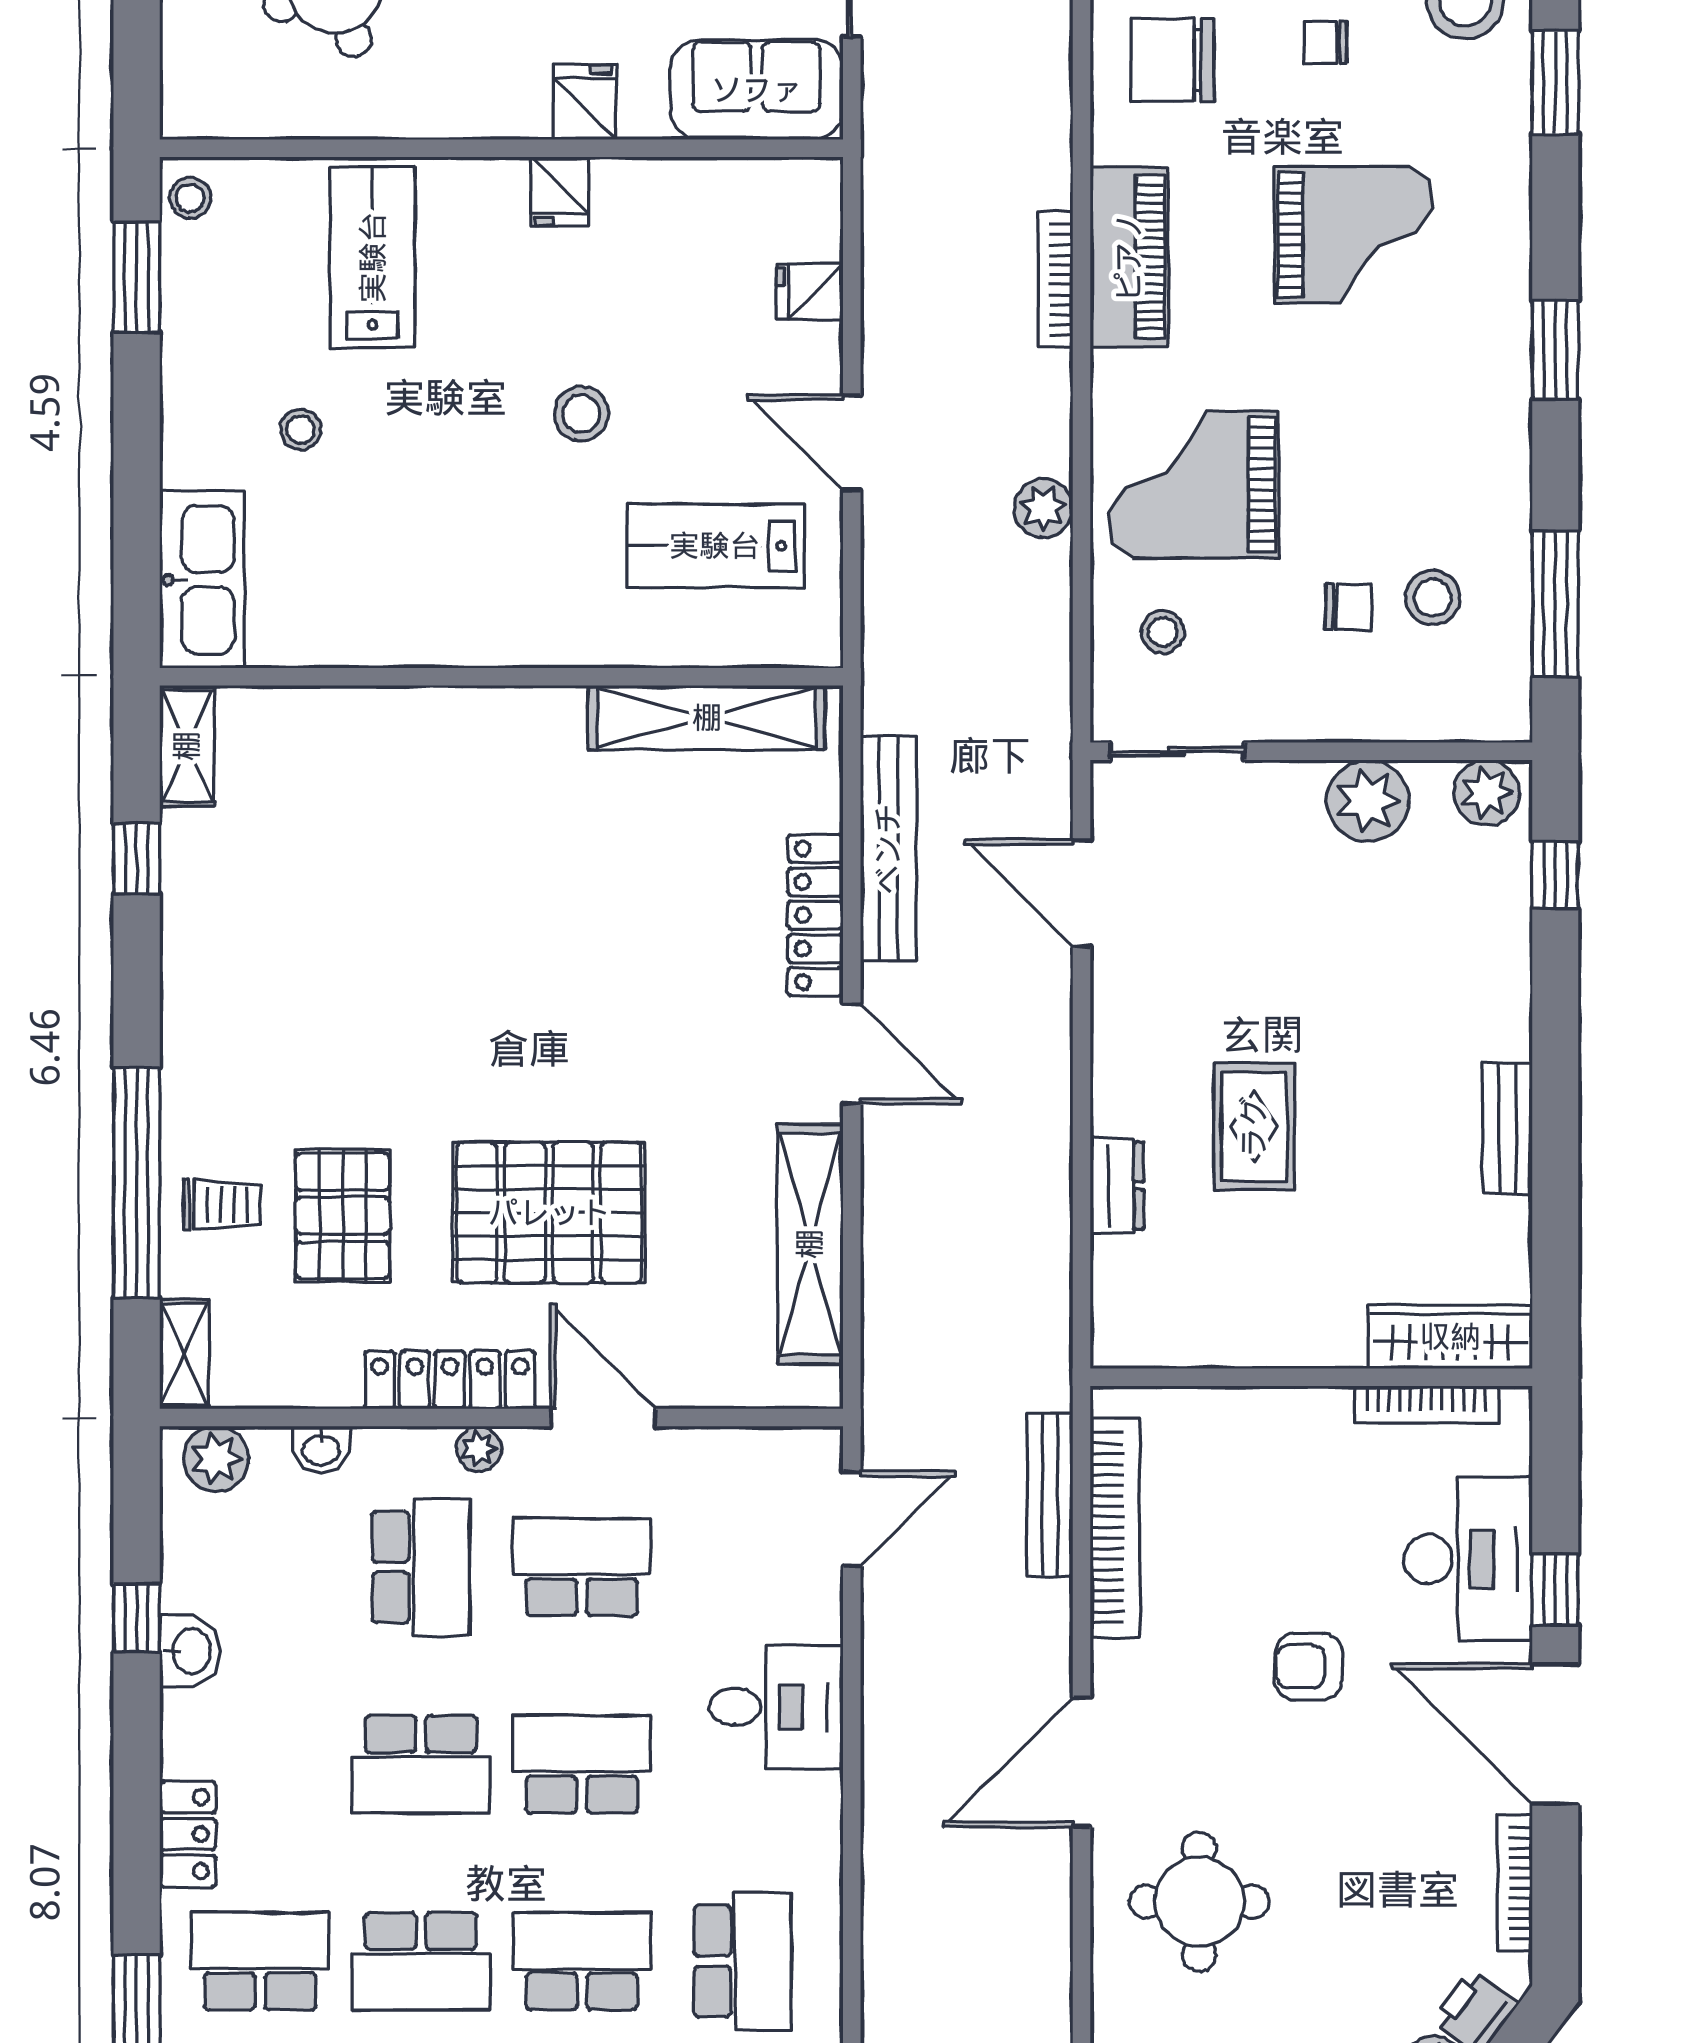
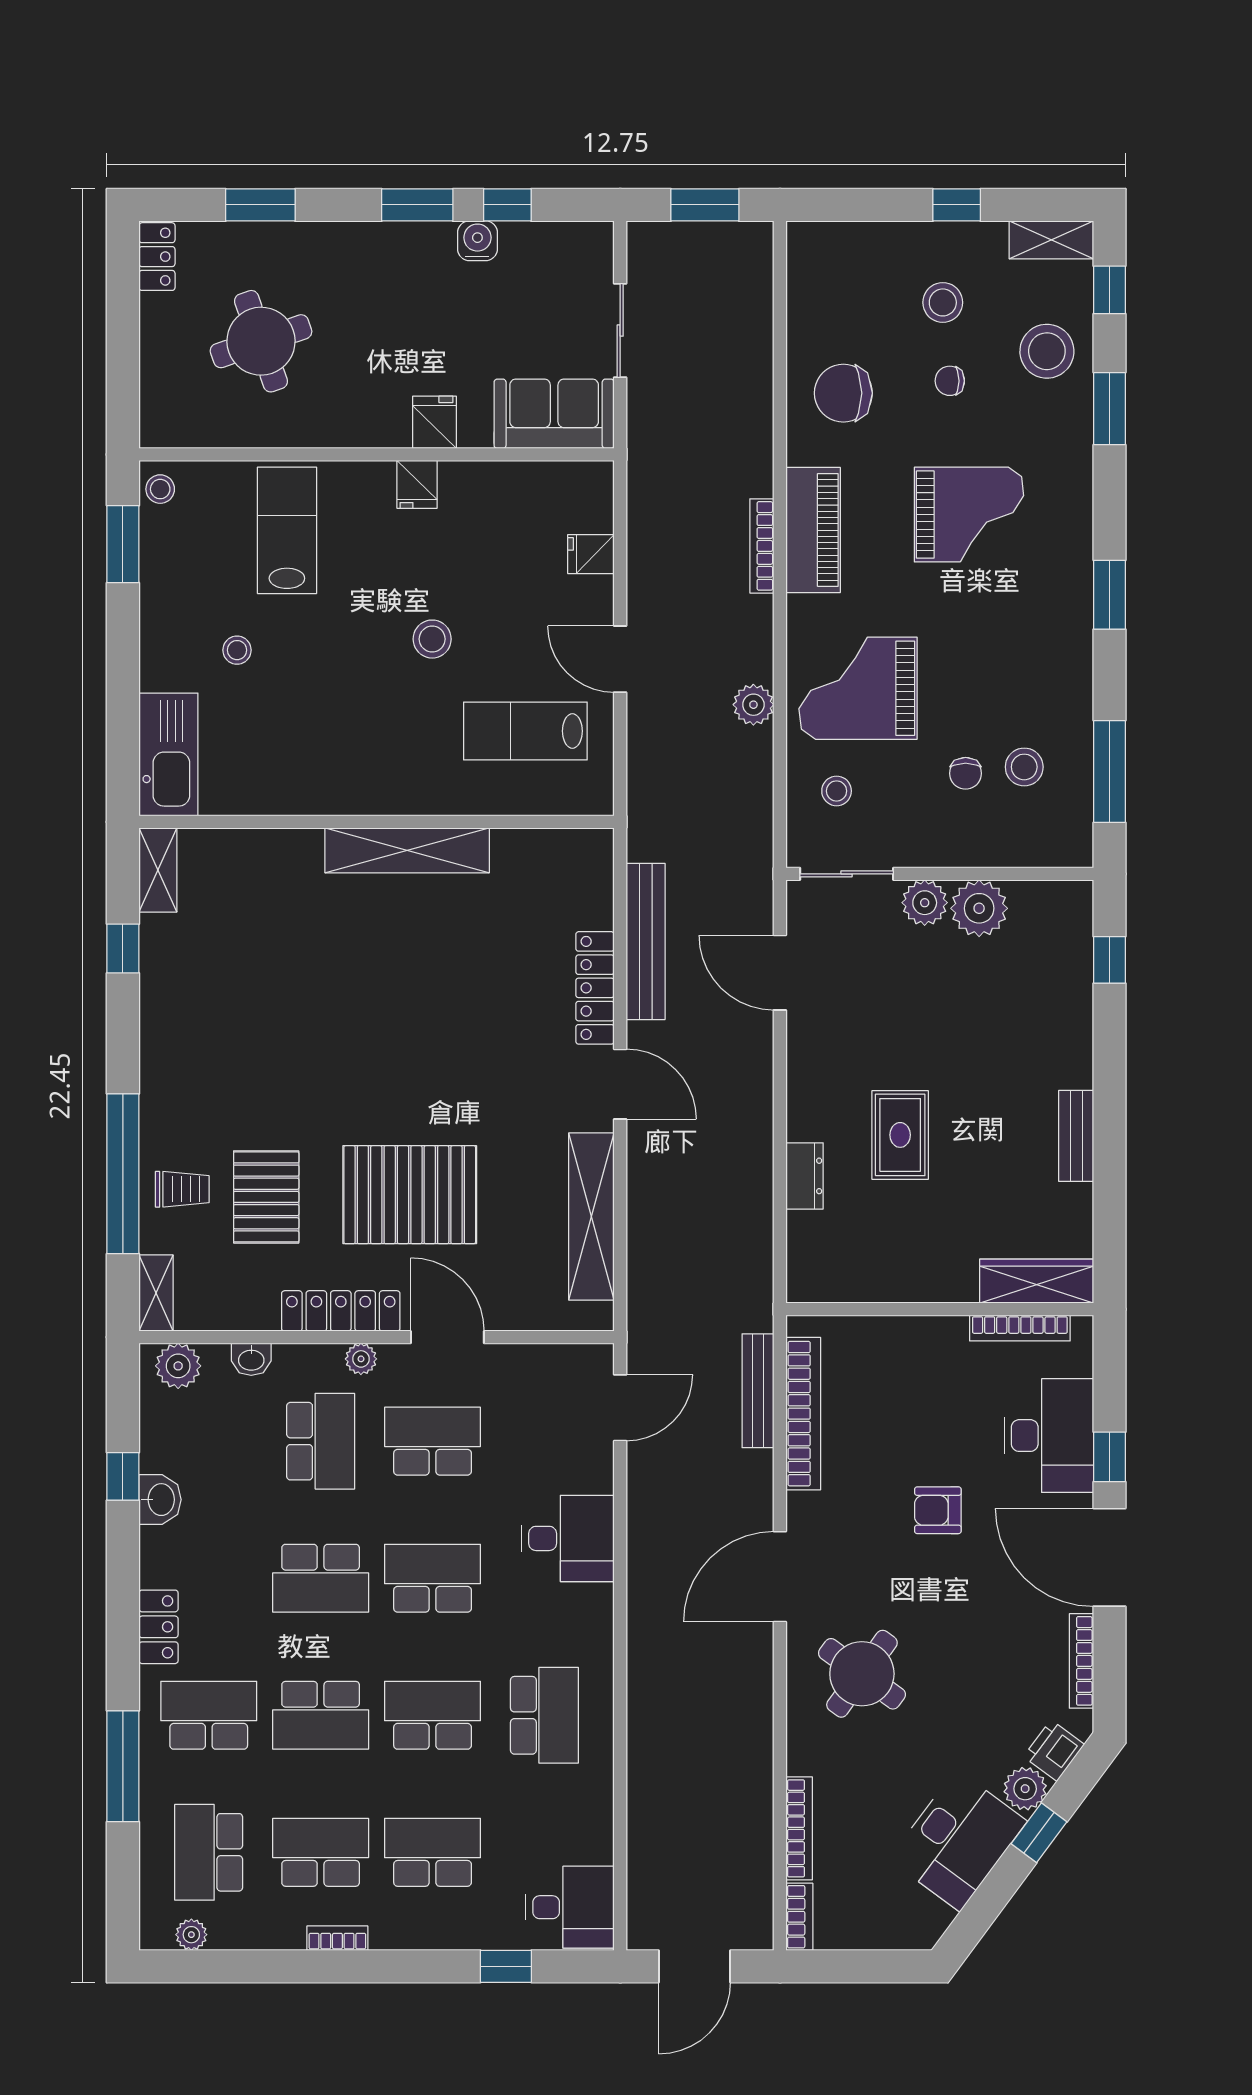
chair: (1348, 607) -> (966, 773), turned 89
shelving: (707, 718) -> (407, 850), moved
plant: (1486, 793) -> (925, 903), moved
round table: (1199, 1902) -> (862, 1674), turned 36

